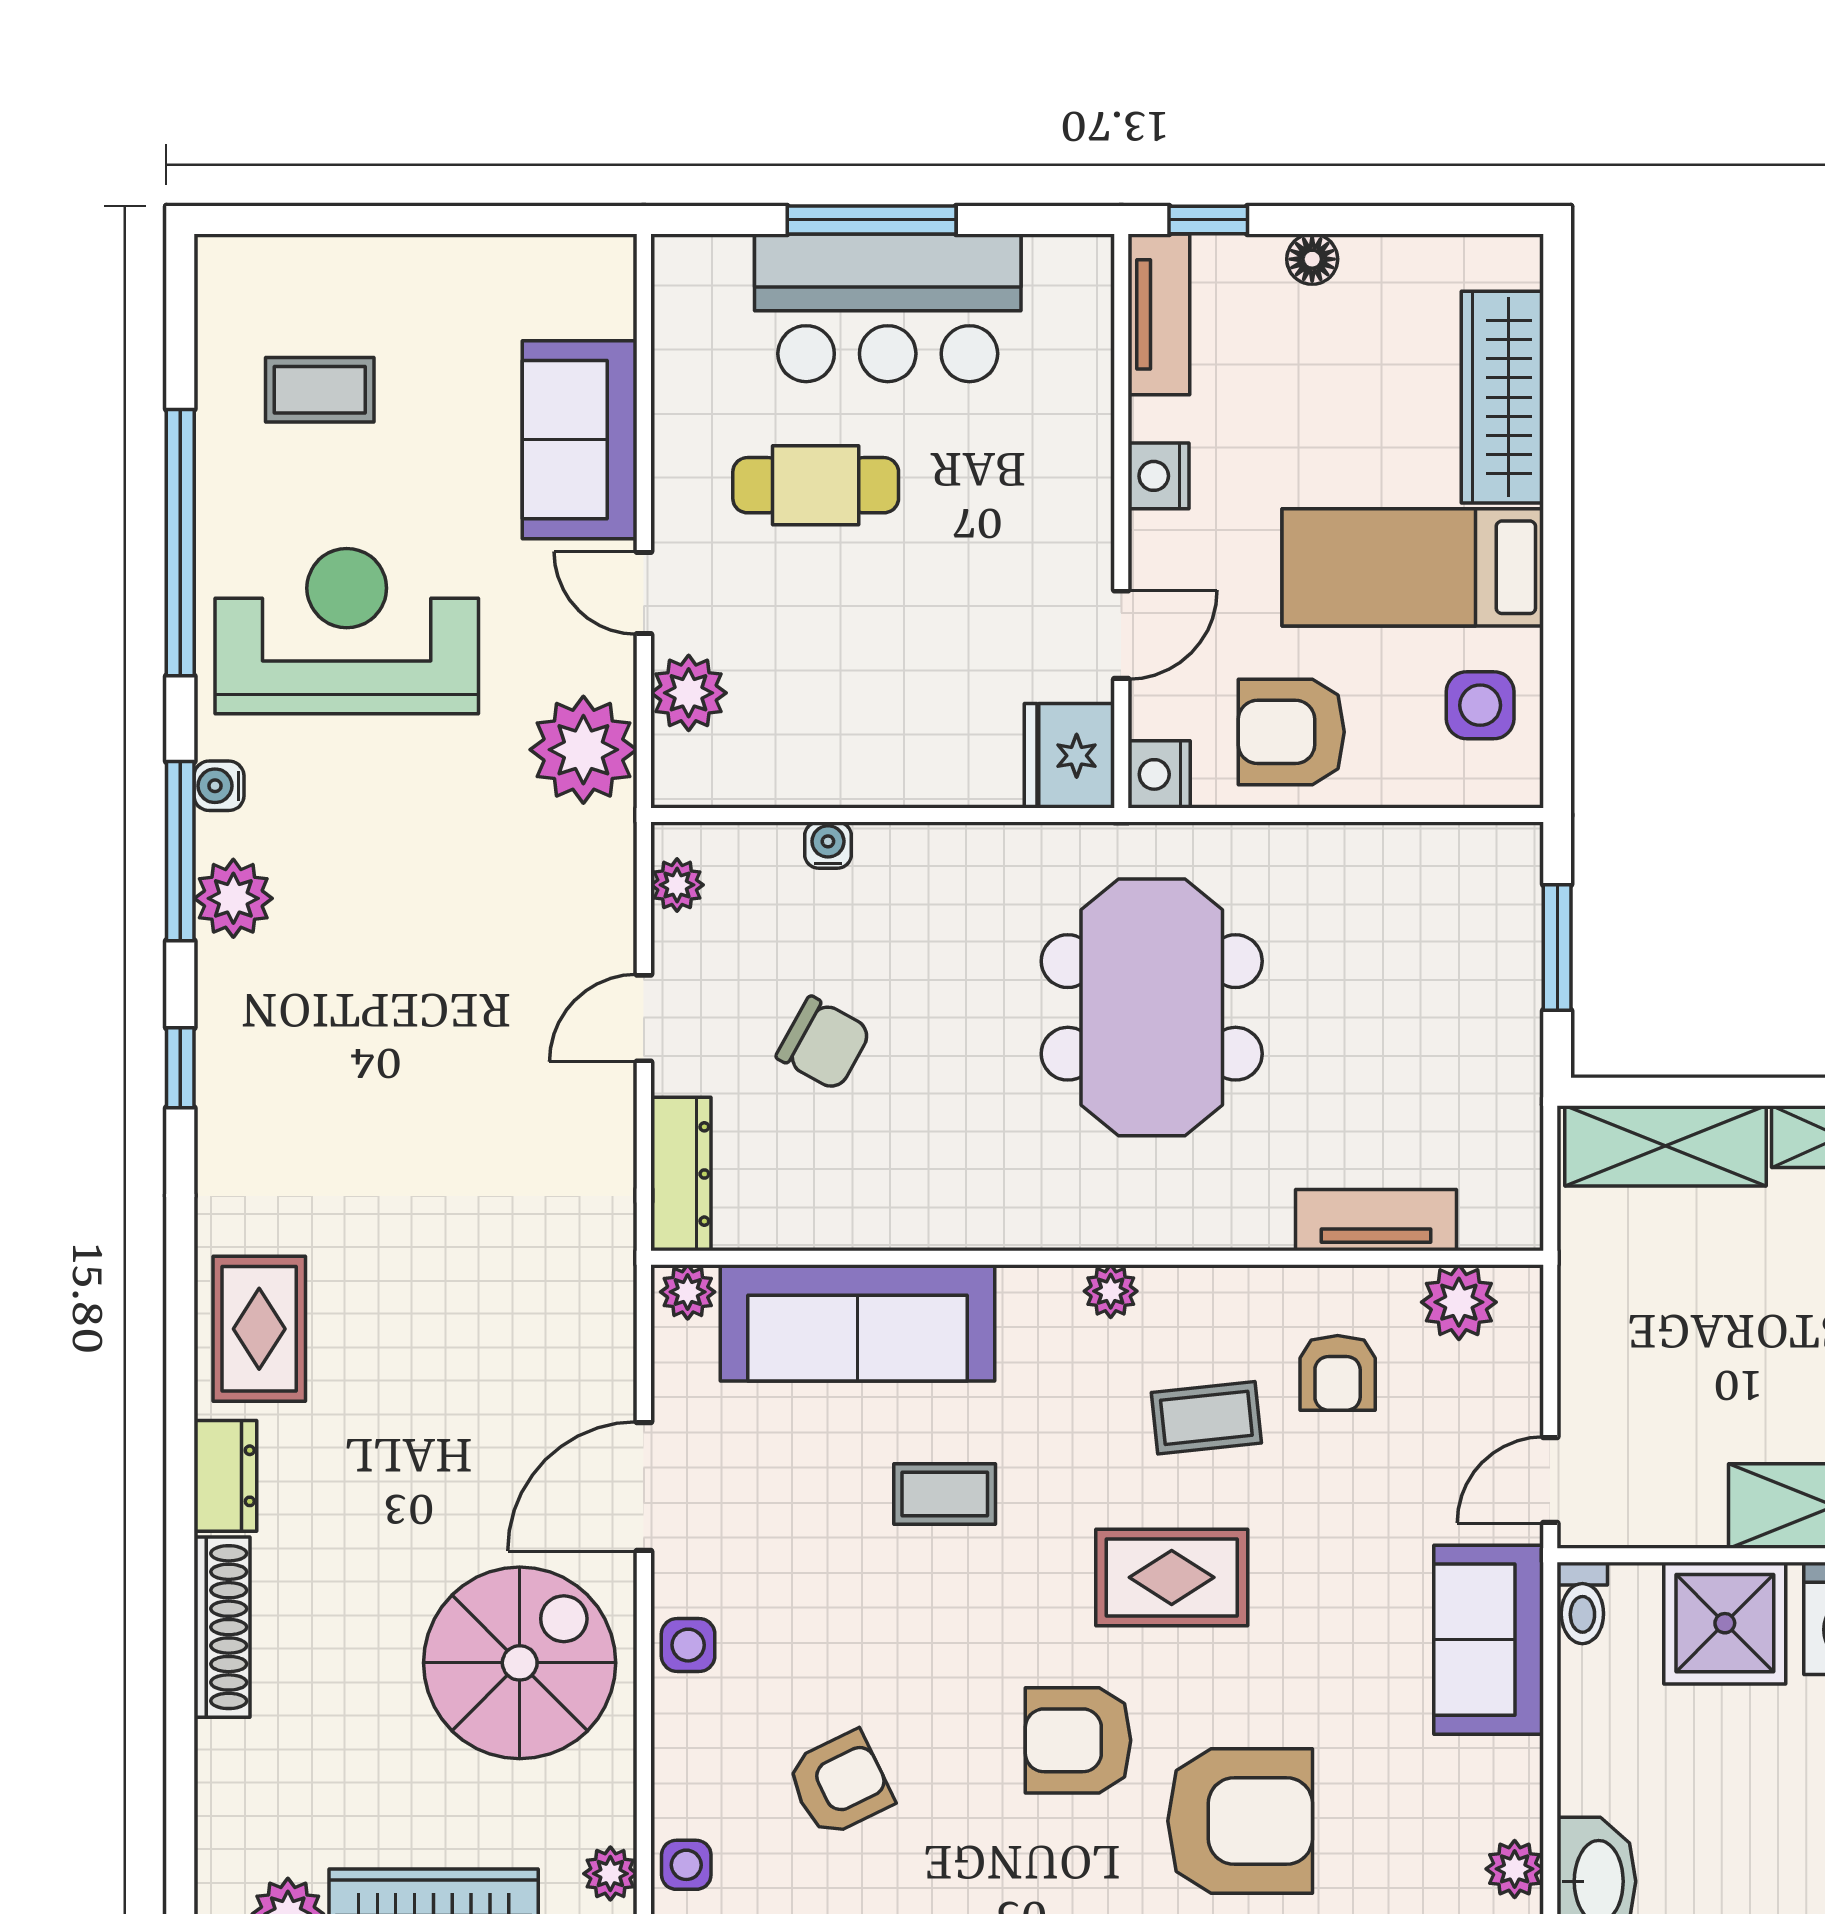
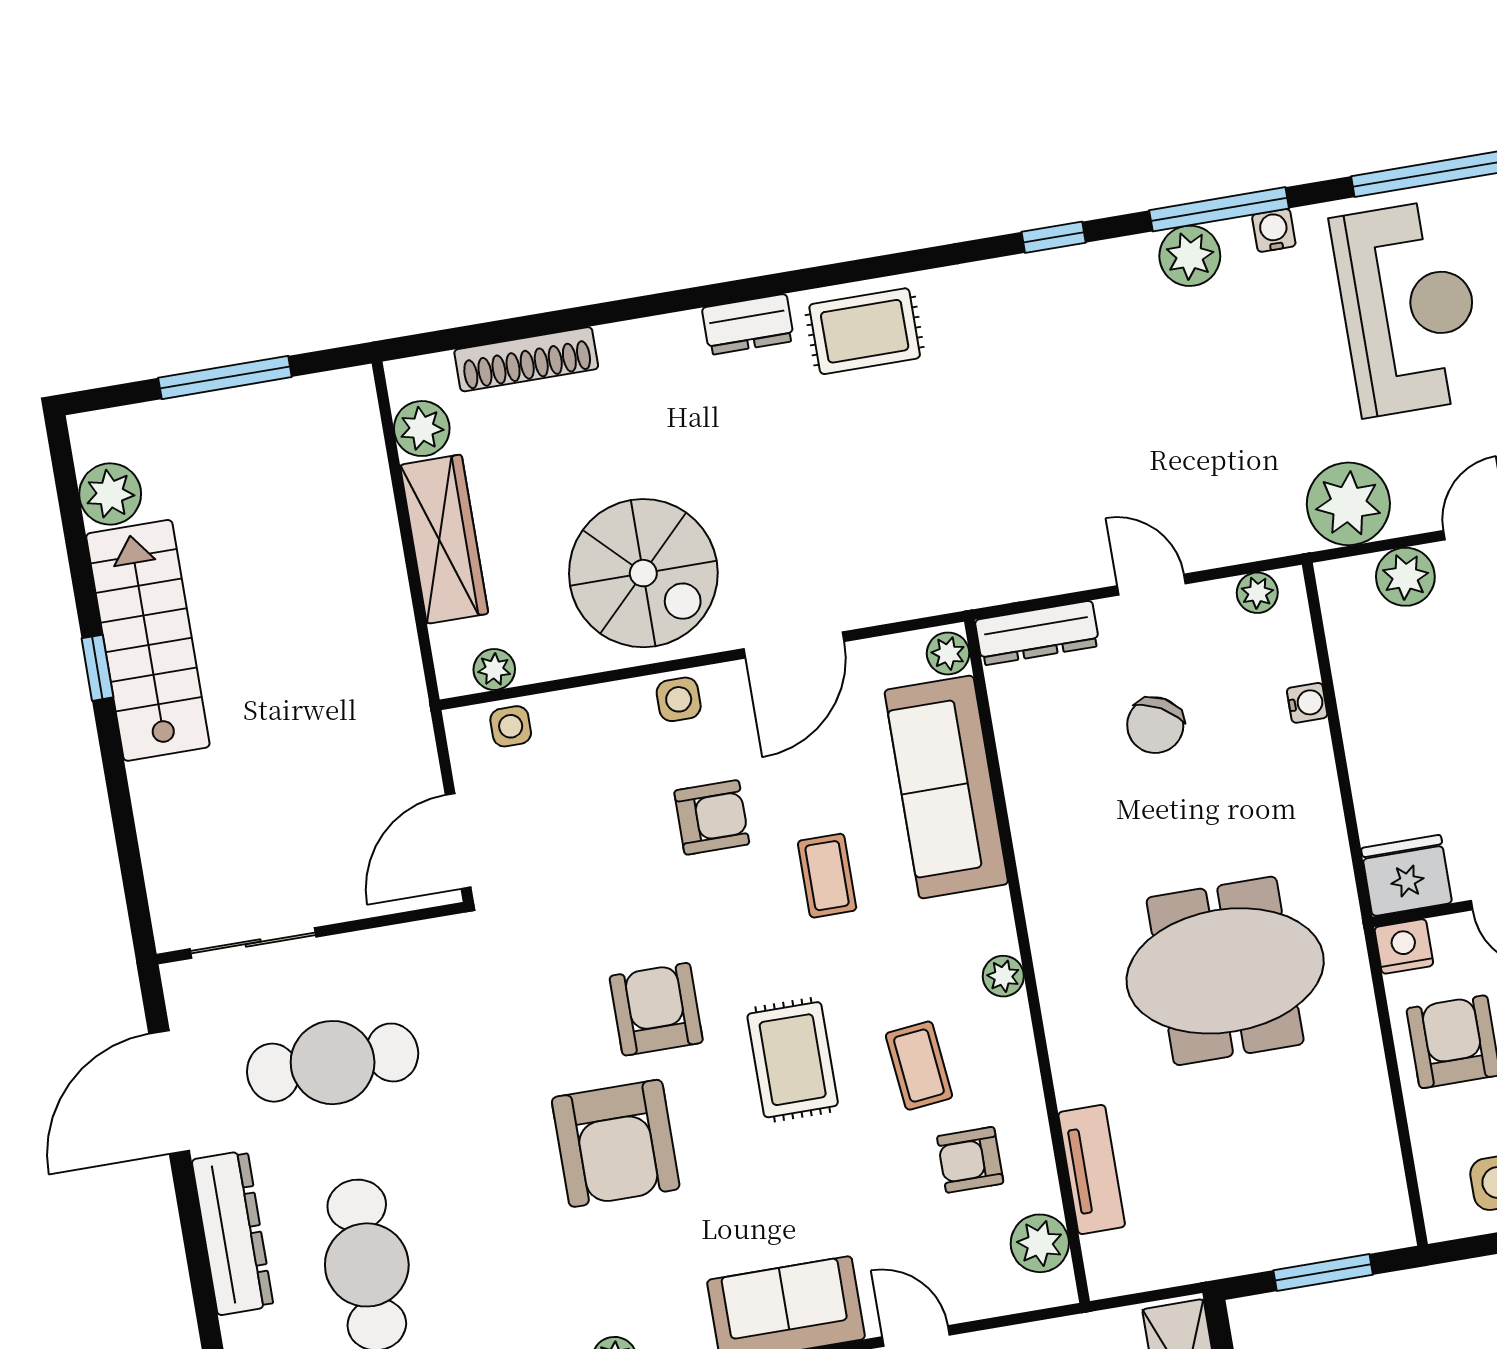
door: (644, 1486) -> (794, 645), swing flipped
shoe rack: (222, 1627) -> (526, 359), moved
armchair: (840, 1784) -> (712, 817), moved, turned -64

